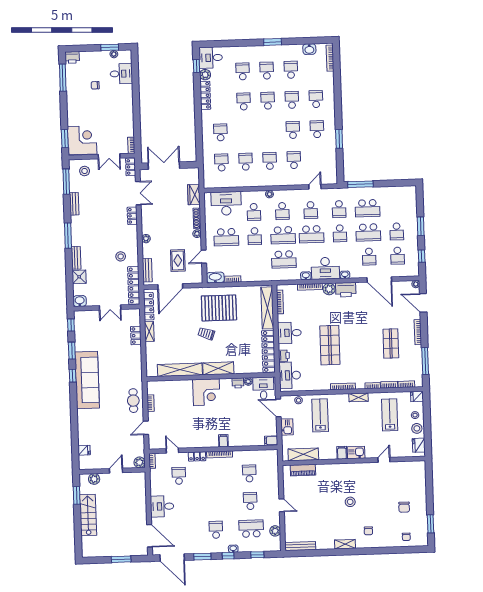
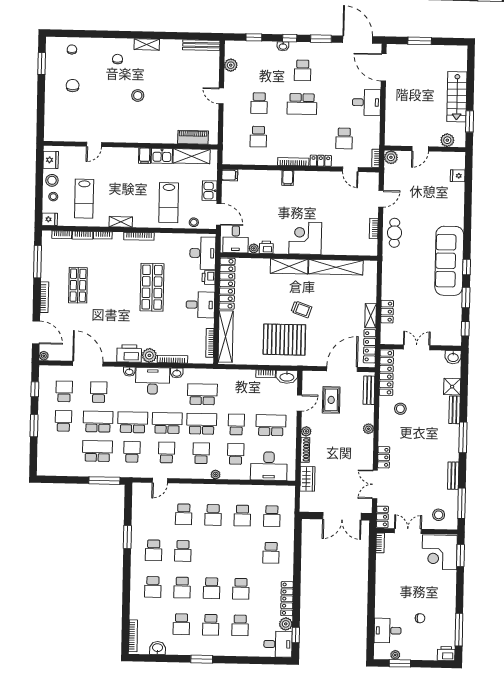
school desk: (340, 233) -> (133, 422), width x1.85
kitchen sink: (356, 452) -> (162, 156), moved
school desk: (251, 529) -> (302, 104), moved

